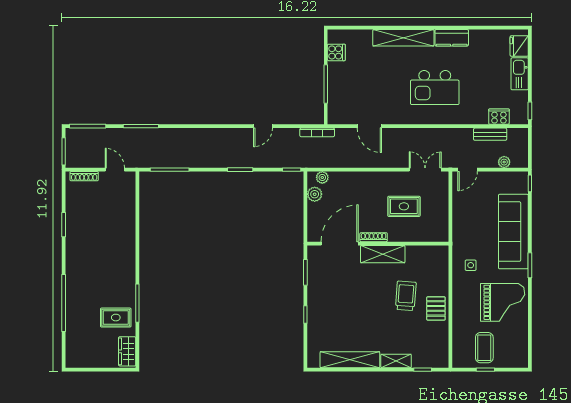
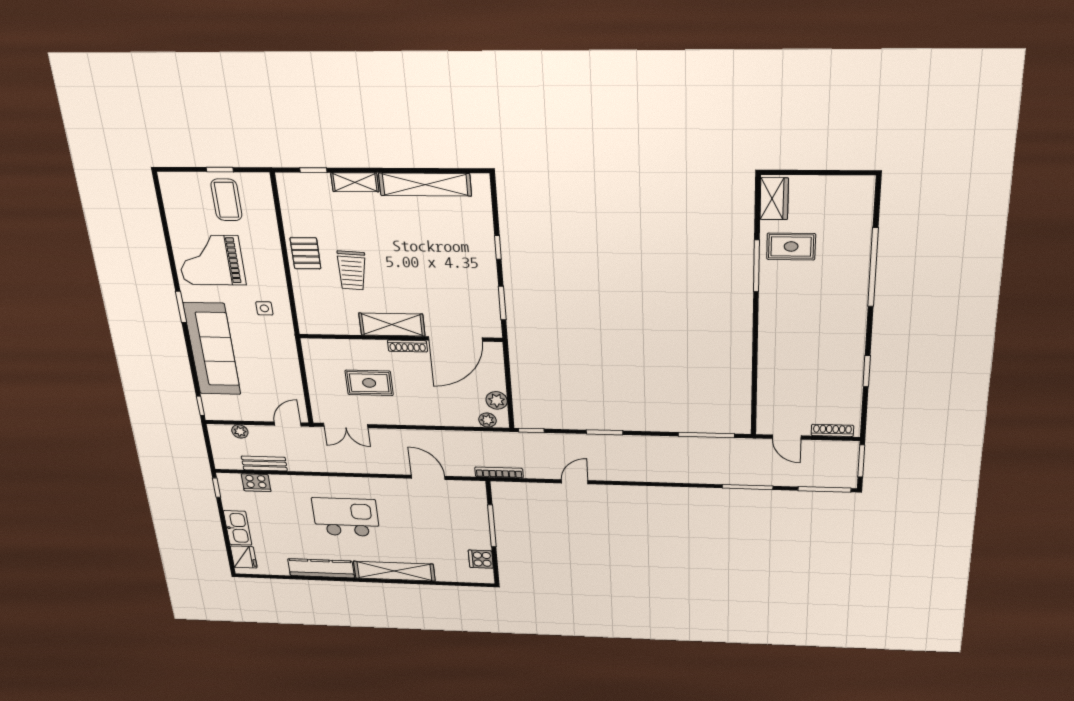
kitchen counter: (452, 38) -> (321, 568), width x1.50

